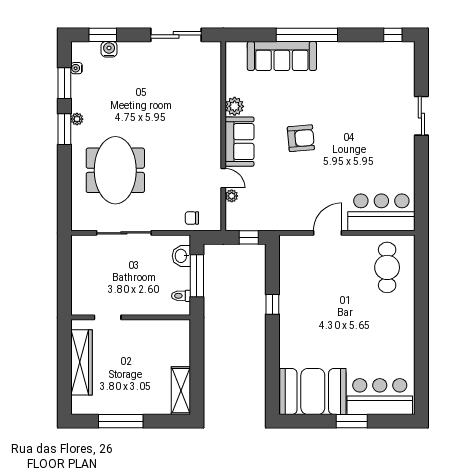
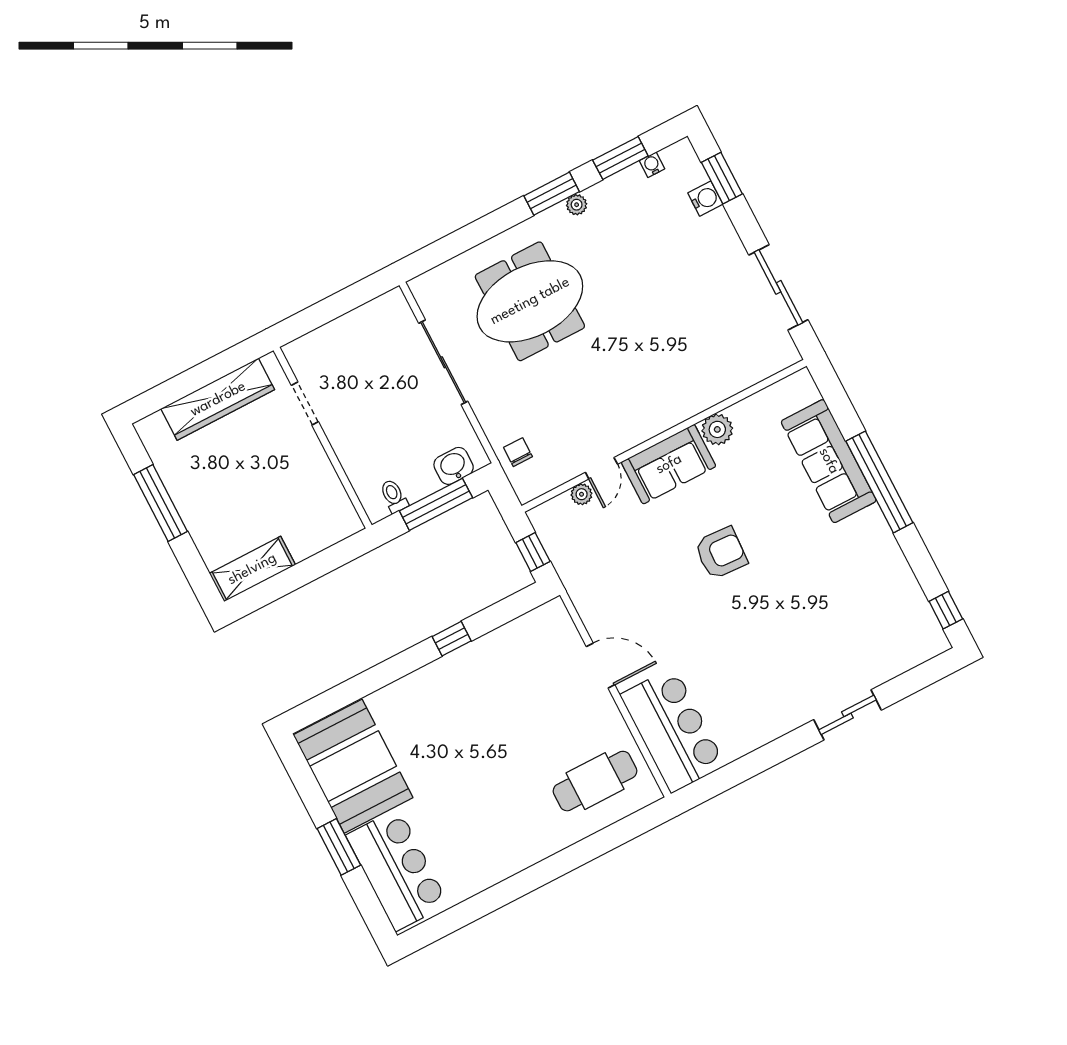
armchair: (301, 138) -> (721, 553), turned -82

